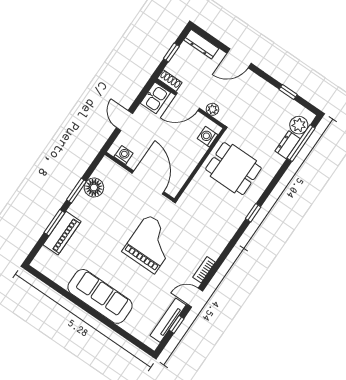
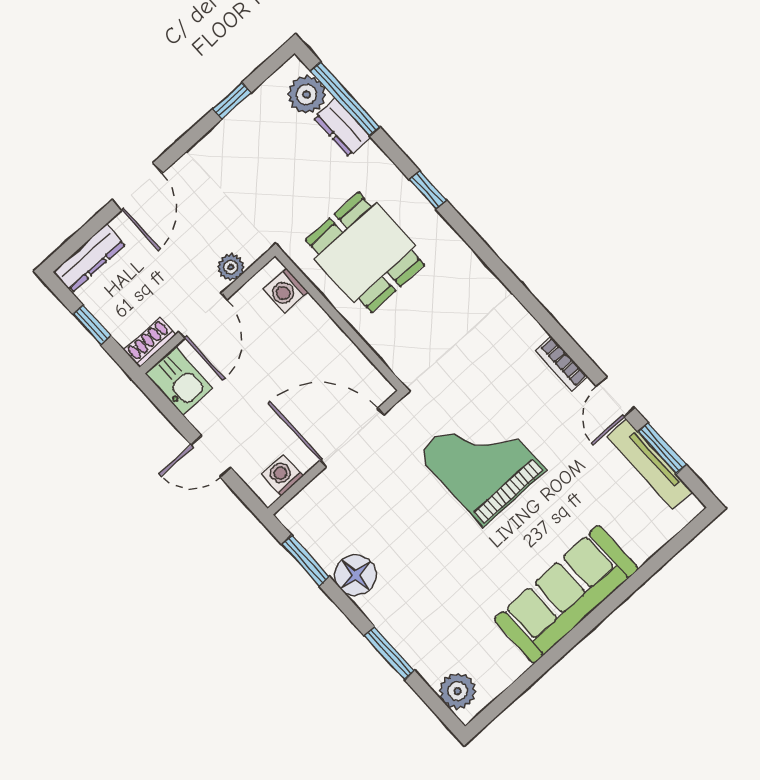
dining table: (233, 169) -> (365, 252), turned 90
floor lamp: (94, 188) -> (355, 575), moved
window: (76, 191) -> (306, 561), moved
window: (253, 213) -> (428, 190), moved
piano: (62, 233) -> (415, 642), removed
plant: (44, 258) -> (458, 691), added
window: (176, 324) -> (662, 448), width x1.50

